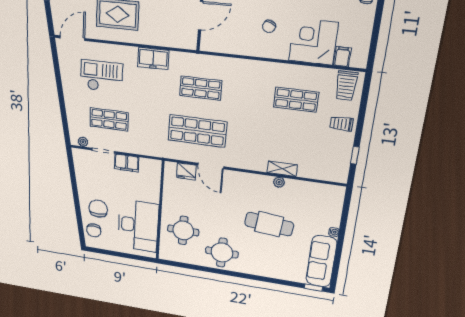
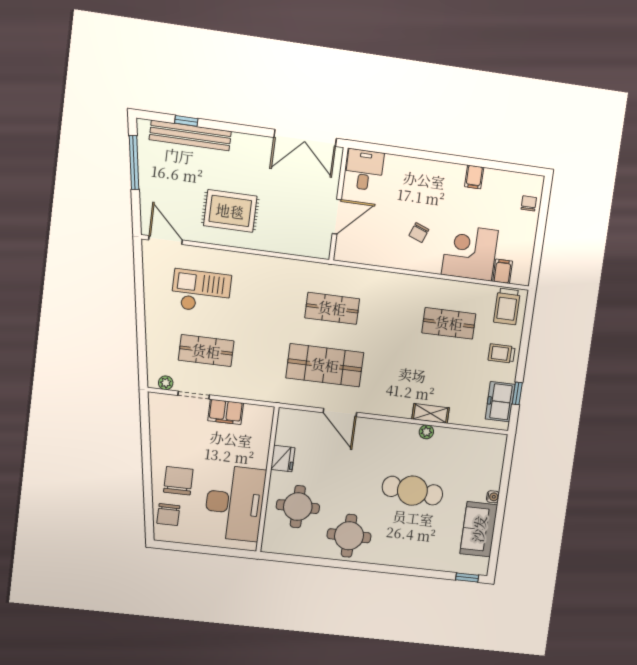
door: (72, 38) -> (166, 240), hinge flipped
freezer: (153, 59) -> (500, 402), moved, turned 90
fridge: (186, 171) -> (283, 459), moved, turned -90
sofa: (321, 261) -> (479, 529), width x0.73

